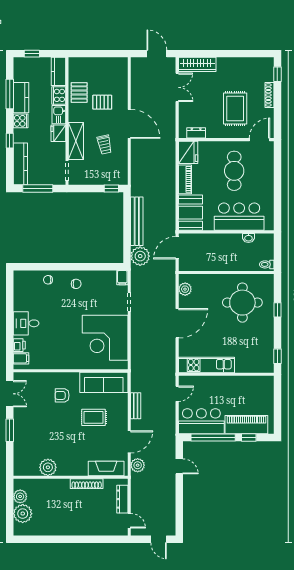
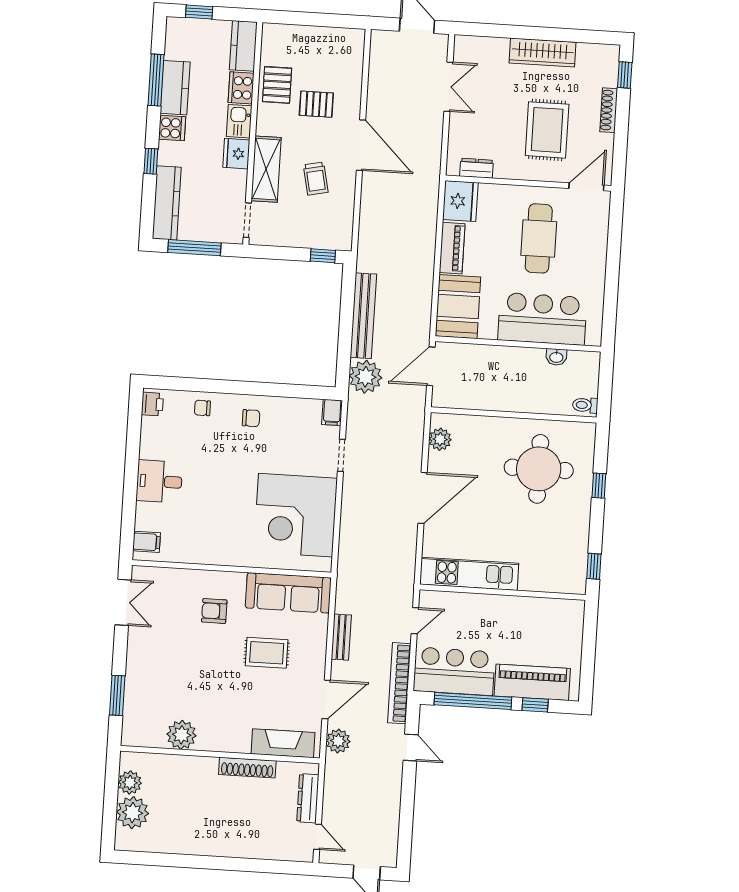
wardrobe: (197, 64) -> (543, 53), moved
printer: (19, 345) -> (152, 404), moved
window: (10, 430) -> (117, 695), moved
bookcase: (170, 430) -> (399, 683), added

